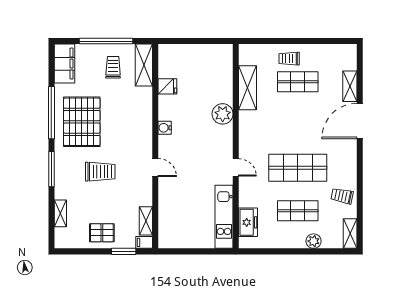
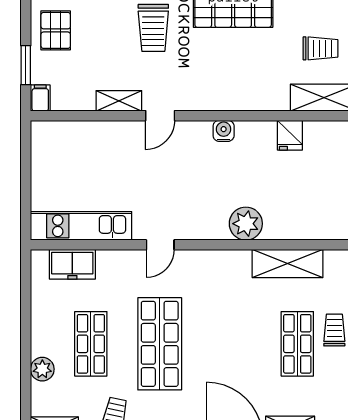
shelving: (146, 221) -> (119, 101), moved

